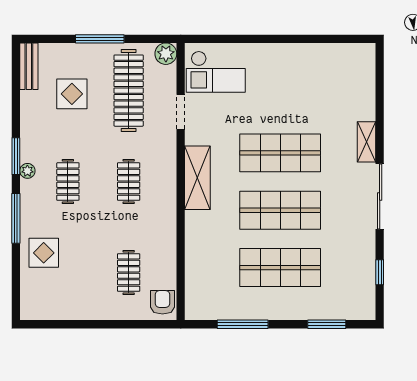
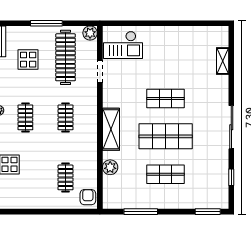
shelving: (367, 142) -> (223, 61), moved
shop shelf: (280, 153) -> (166, 98), width x0.70, depth x0.74
shelving: (197, 178) -> (111, 129), moved
plant: (196, 257) -> (110, 167), added
shop shelf: (280, 268) -> (166, 174), width x0.70, depth x0.74
window: (327, 324) -> (208, 212), moved

